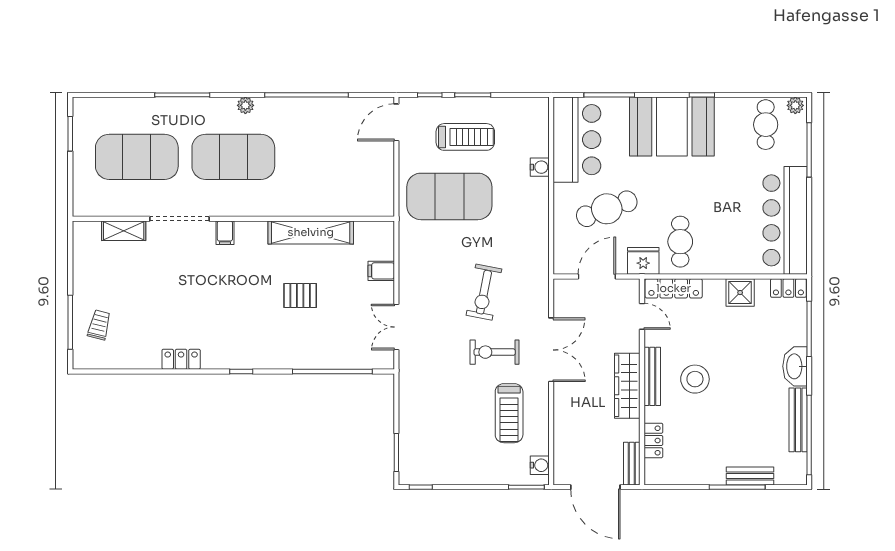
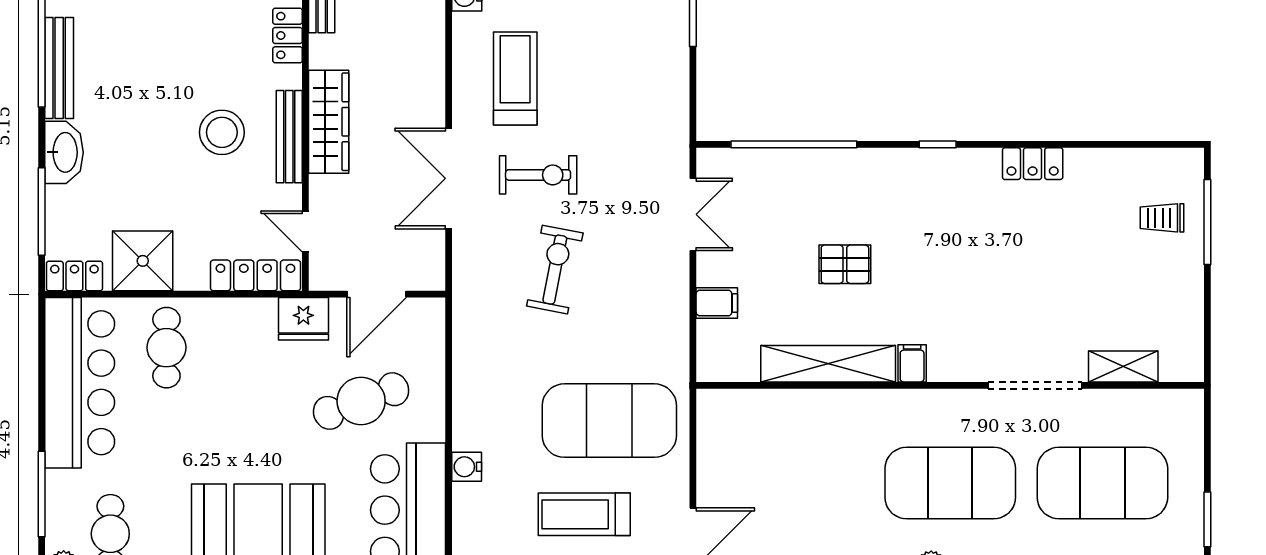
filing cabinet: (225, 233) -> (912, 363), moved
cafe table: (680, 242) -> (166, 348), moved
shower: (740, 293) -> (143, 261), width x1.36, depth x1.36
trolley: (99, 325) -> (1162, 218), turned 76

